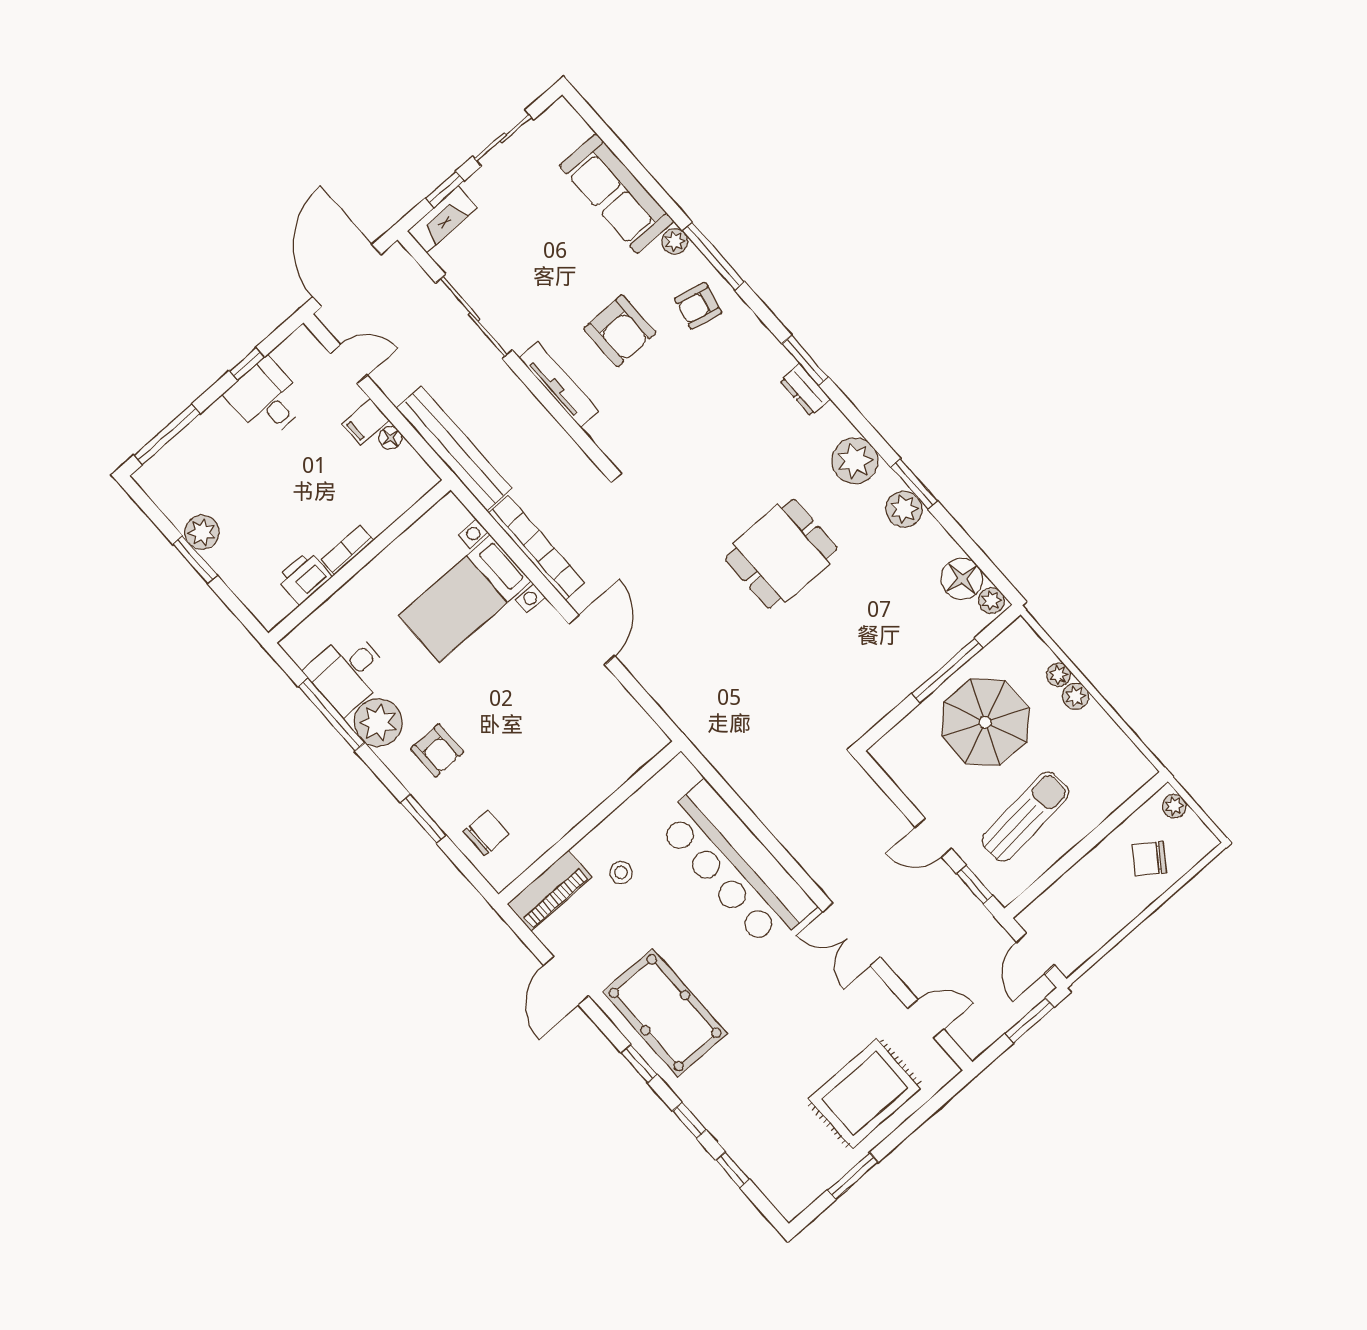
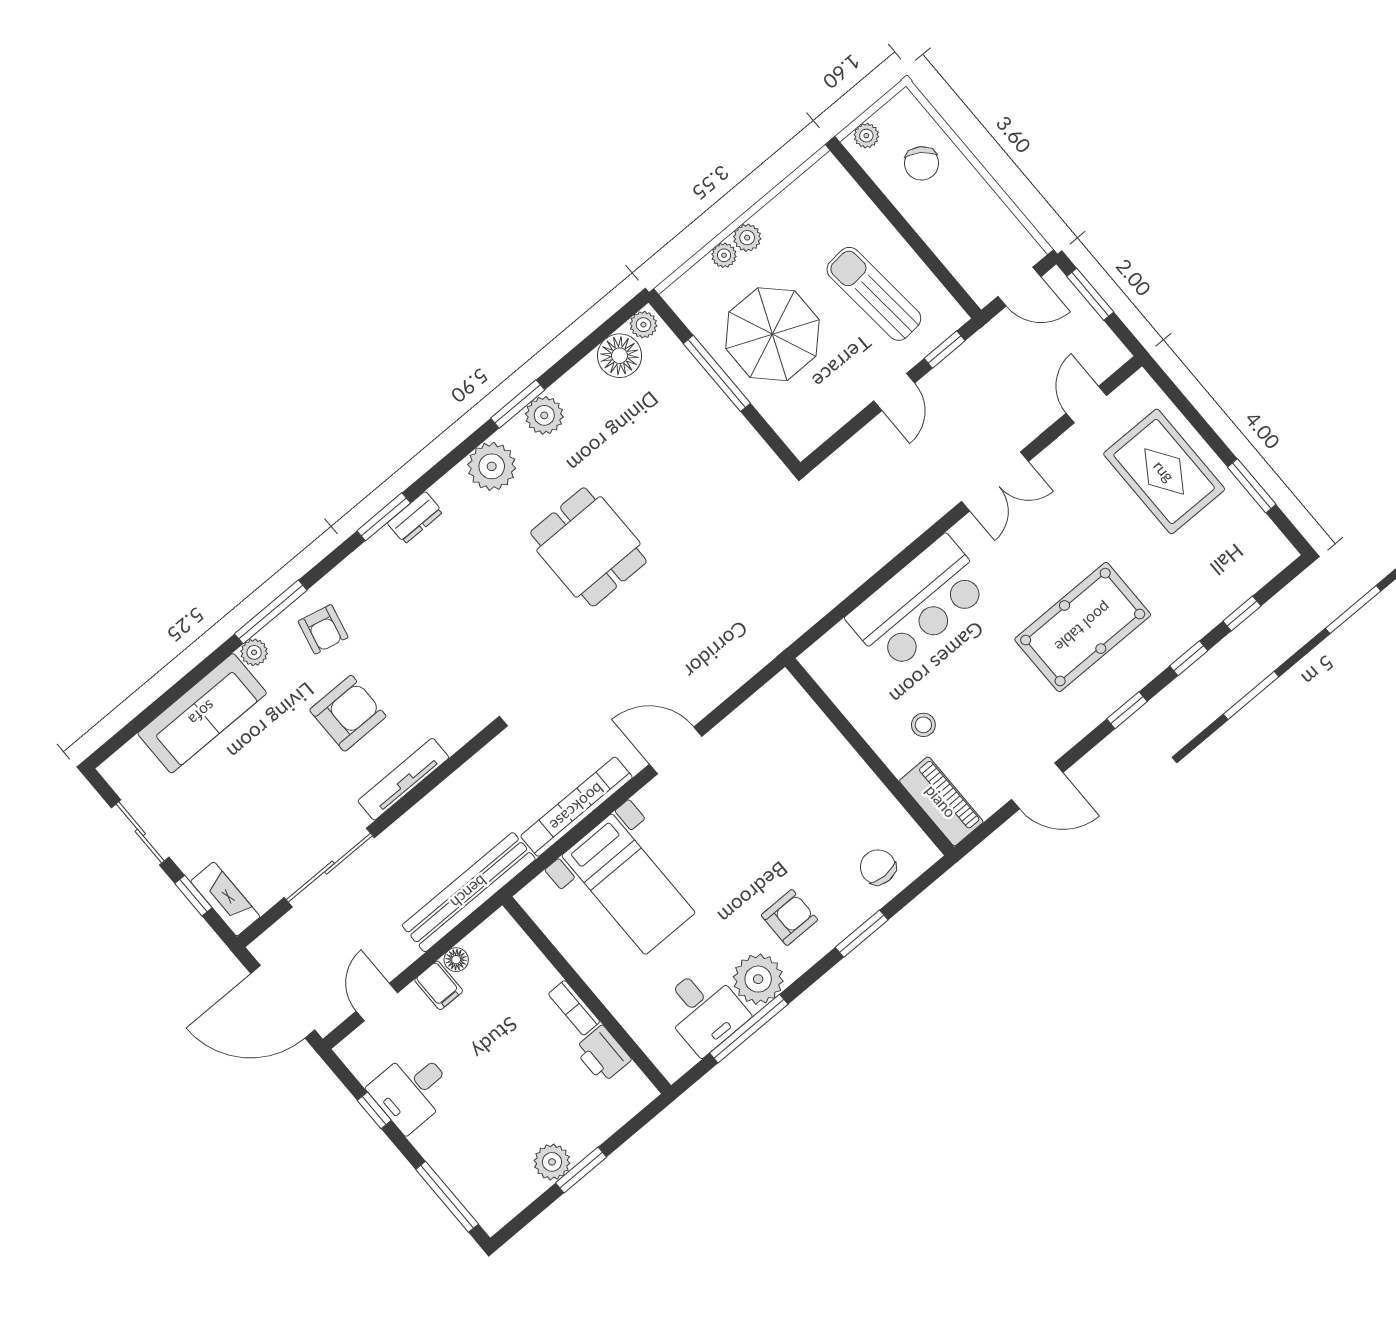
bar counter: (735, 865) -> (918, 603), width x0.73
pool table: (665, 1013) -> (1083, 627), moved

